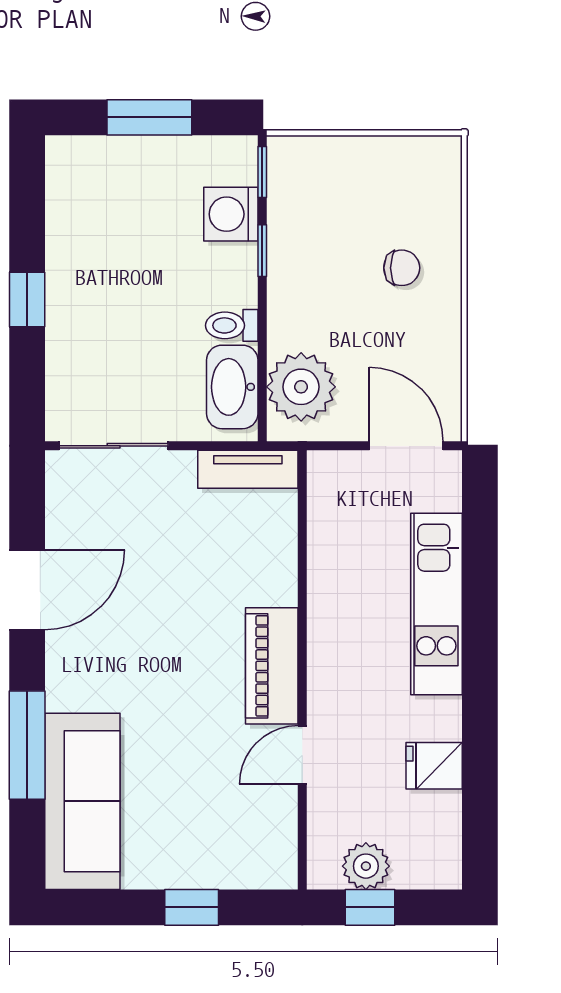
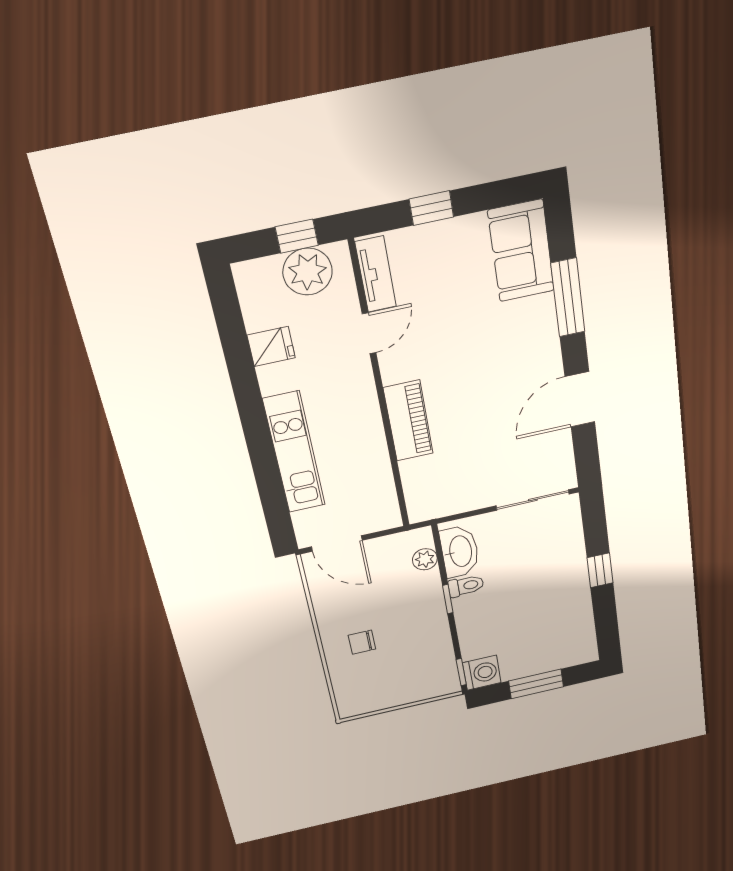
washing machine: (231, 214) -> (482, 673), moved
window: (262, 251) -> (448, 599), moved
plant: (301, 387) -> (425, 559), width x0.53, depth x0.53
tv unit: (248, 469) -> (376, 274), moved, turned 90
piano: (272, 666) -> (408, 421), moved
sofa: (82, 801) -> (521, 251), width x0.73
plant: (366, 866) -> (308, 272), width x1.36, depth x1.36

